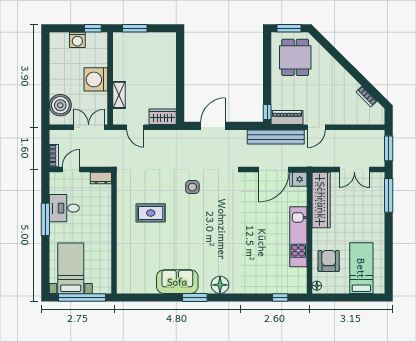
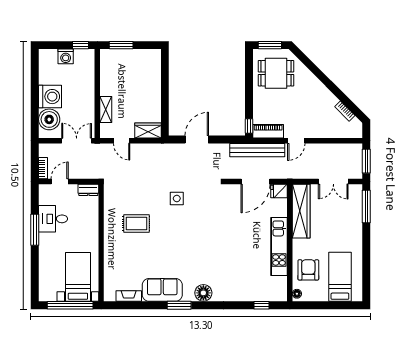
dining table: (295, 57) -> (276, 73), turned 90
washing machine: (96, 79) -> (50, 97), moved, turned 180
bed with nightstands: (71, 268) -> (78, 277), moved
fireplace: (143, 288) -> (129, 296), added

